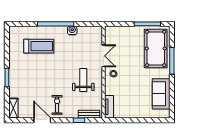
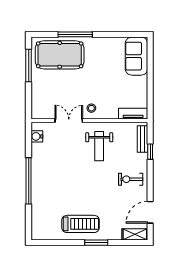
water cooler: (72, 30) -> (37, 136), moved
treadmill: (39, 46) -> (81, 224), moved, turned 90
weight bench: (83, 80) -> (99, 146), turned -90
sofa: (161, 94) -> (136, 56), moved, turned 90
door: (42, 120) -> (150, 212), moved

